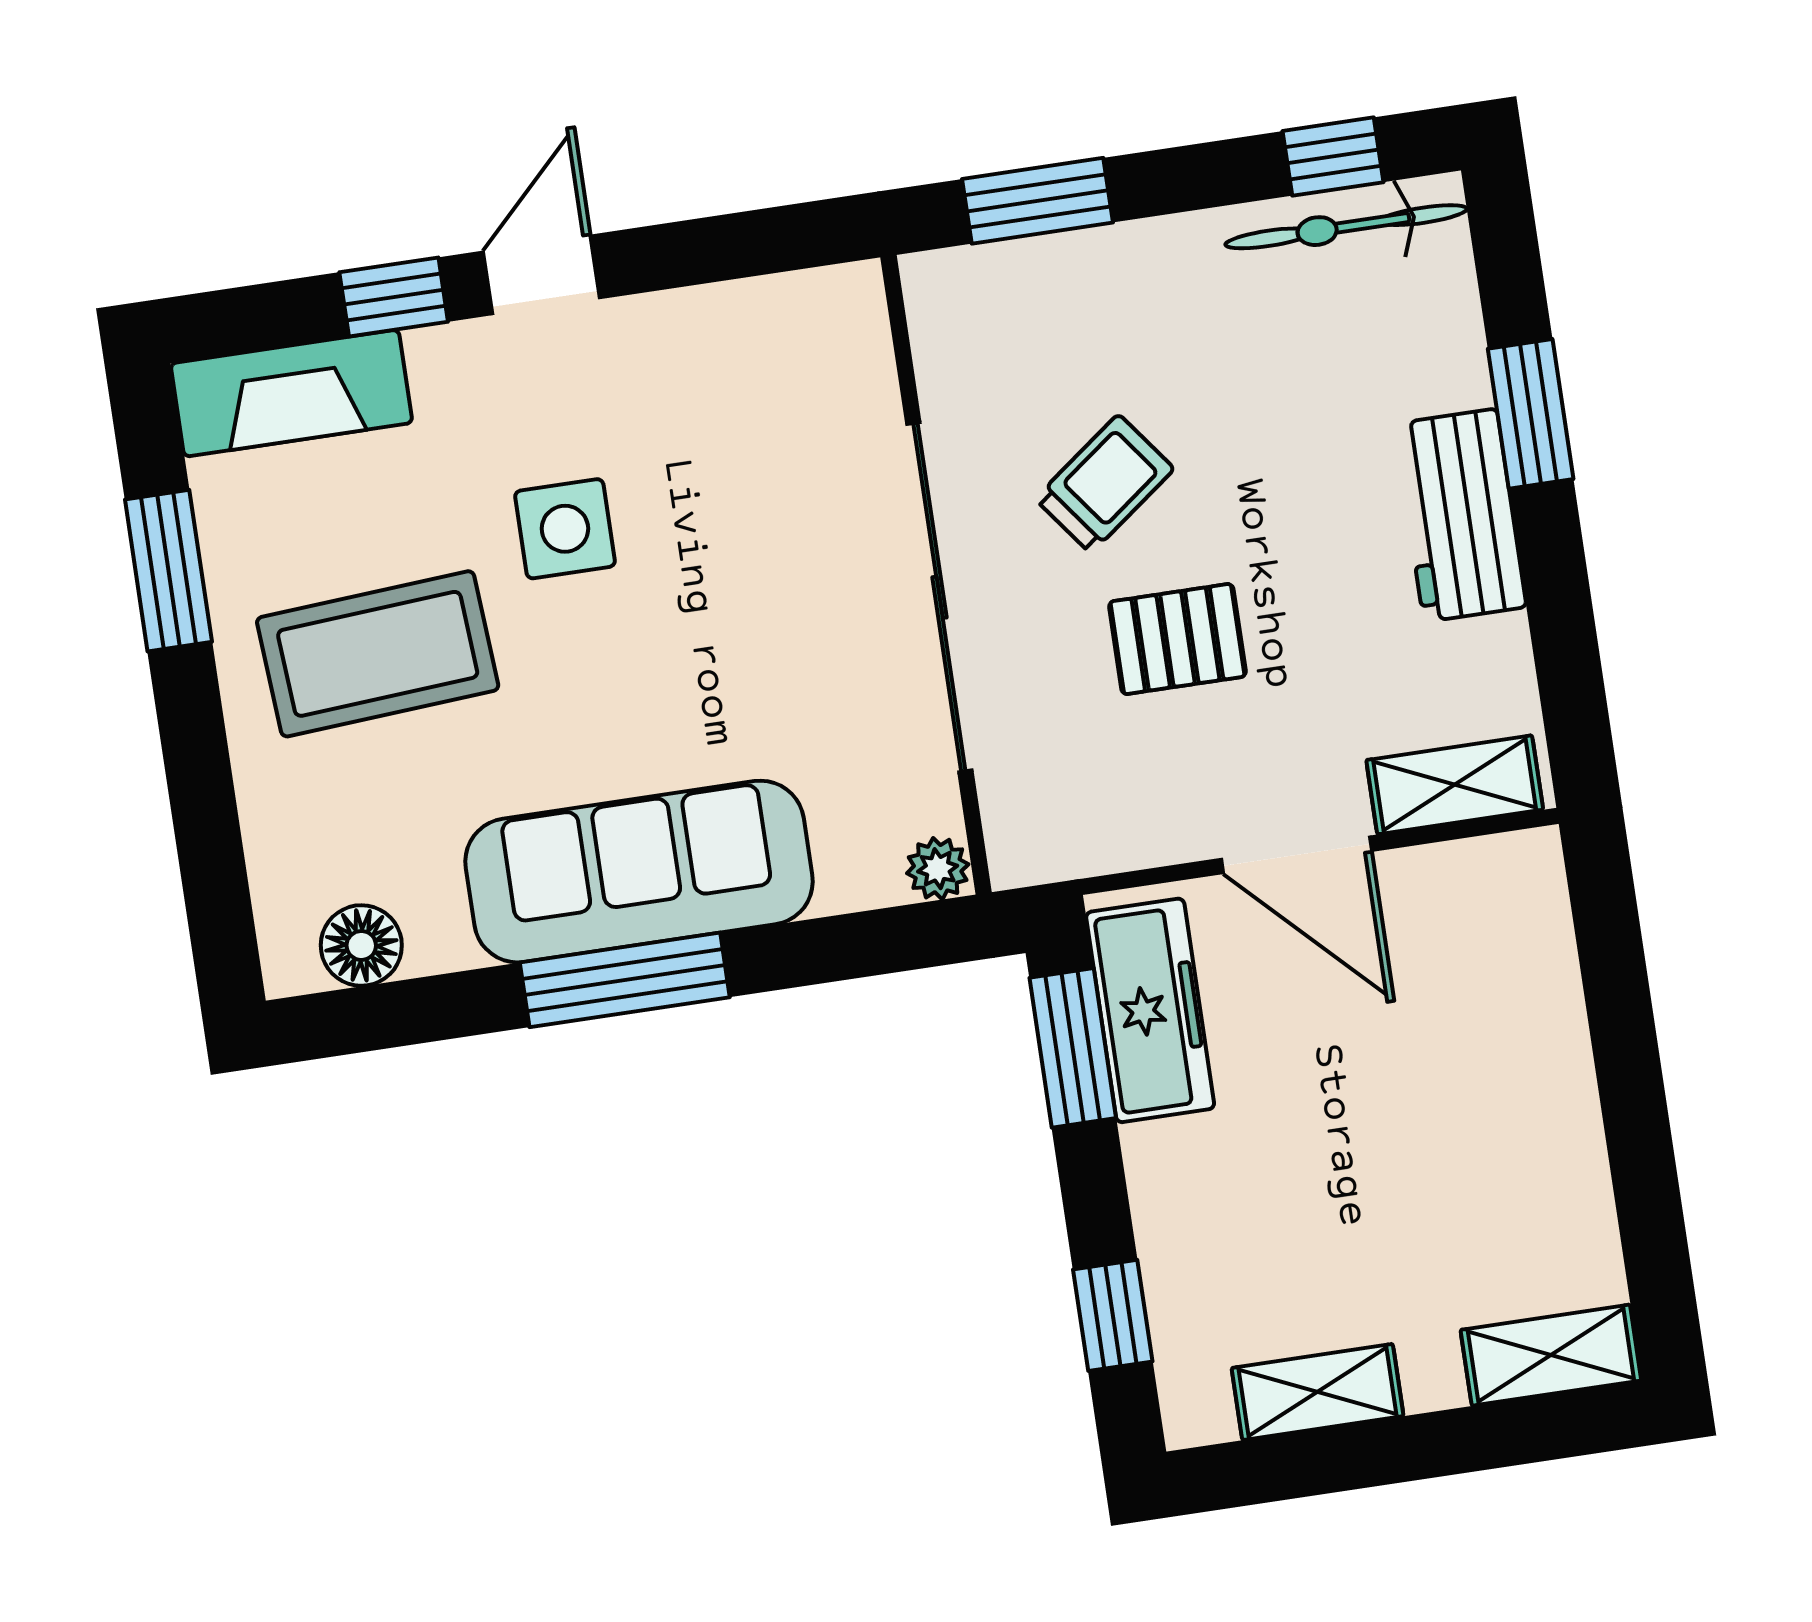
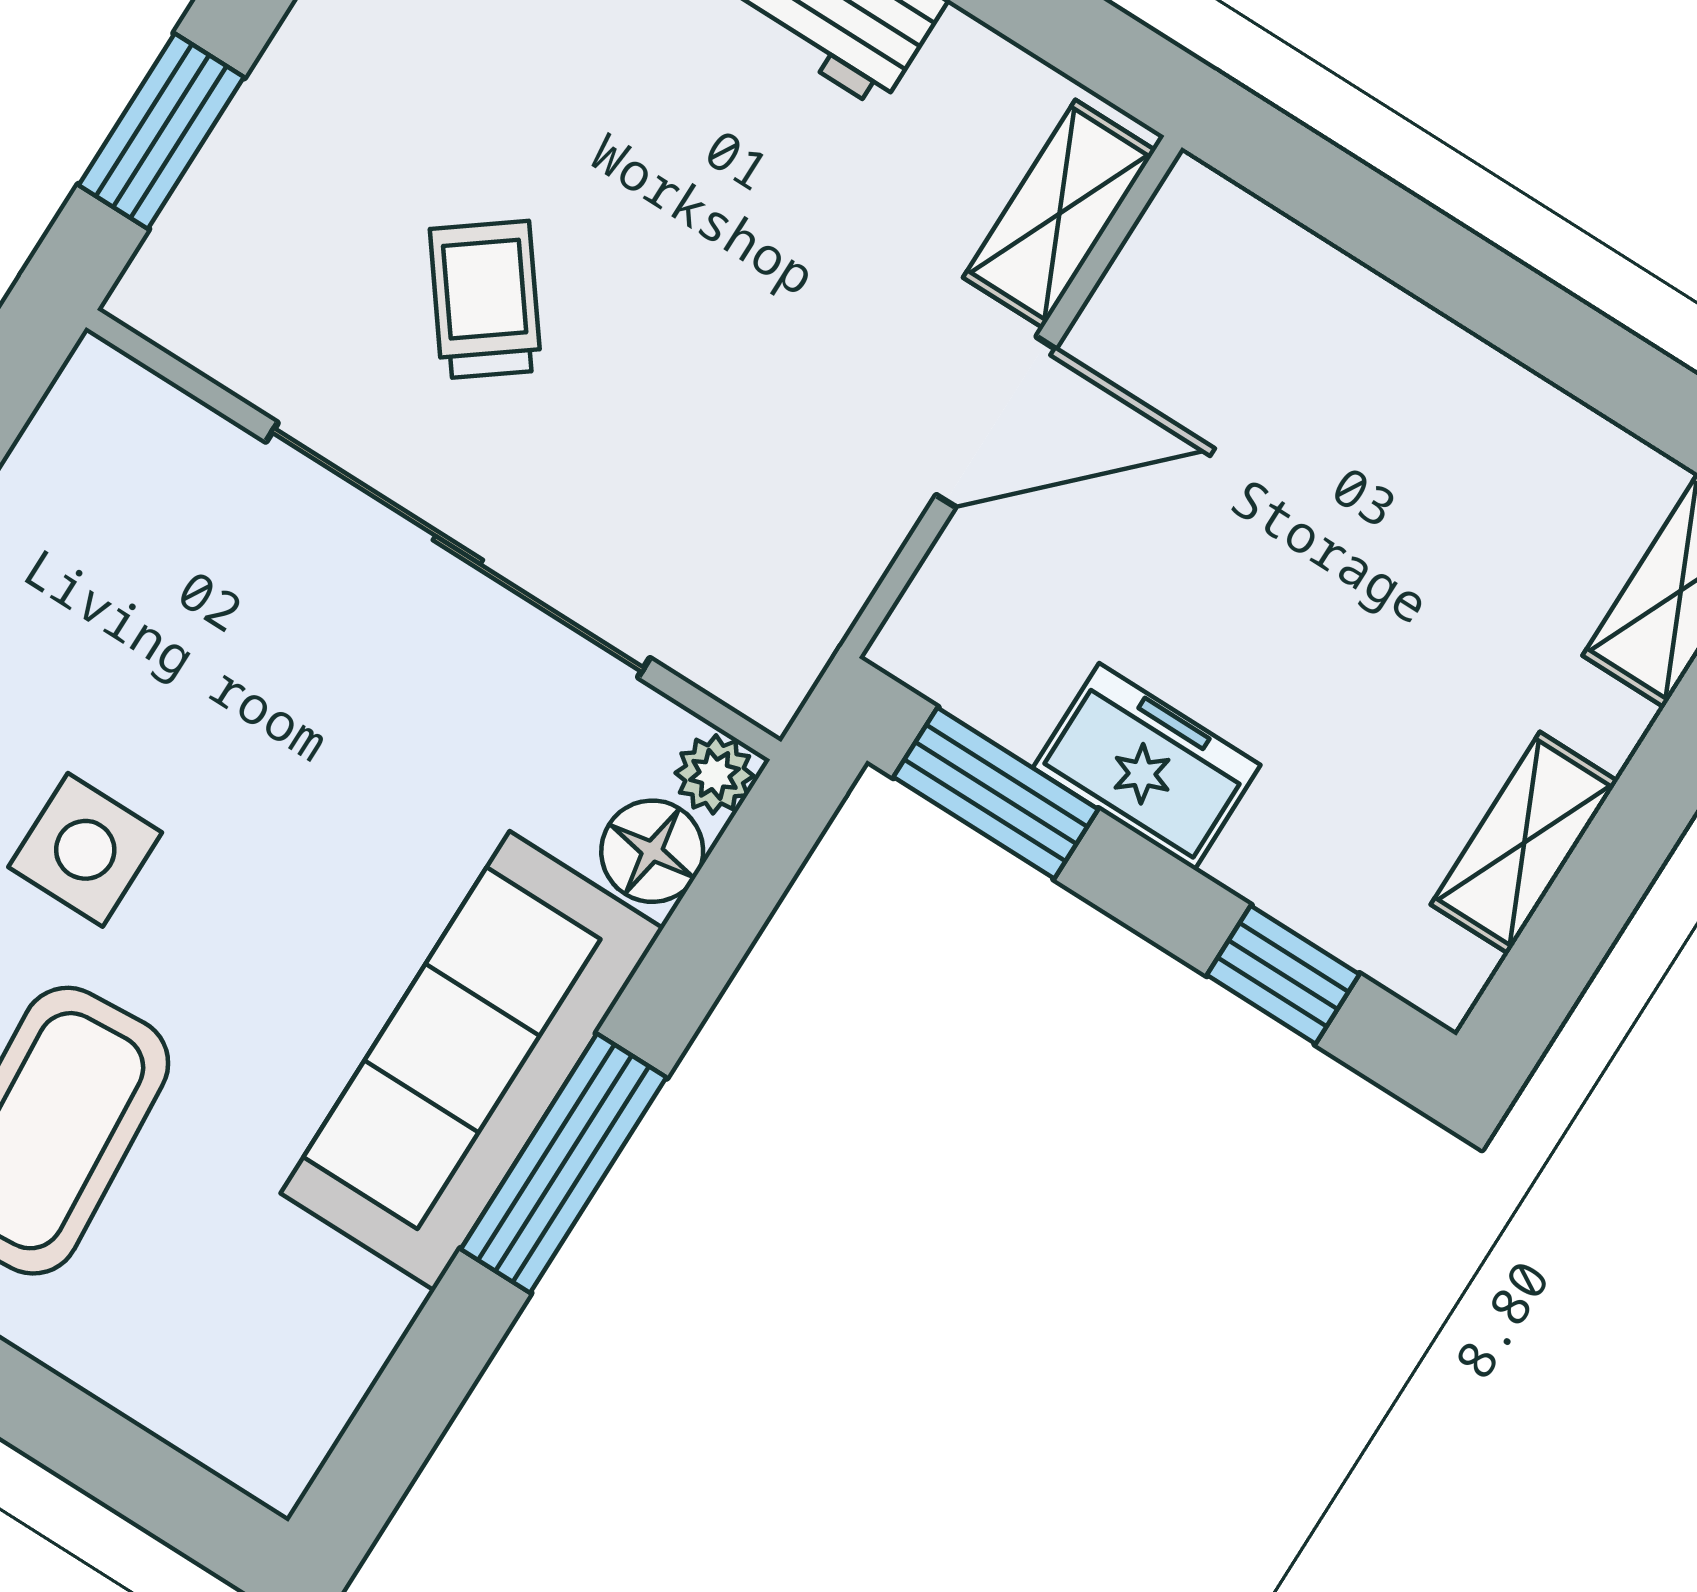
pallet: (1177, 639) -> (693, 358), removed
floor lamp: (361, 945) -> (652, 851), moved
freezer: (1150, 1010) -> (1147, 766), moved, width x0.71

